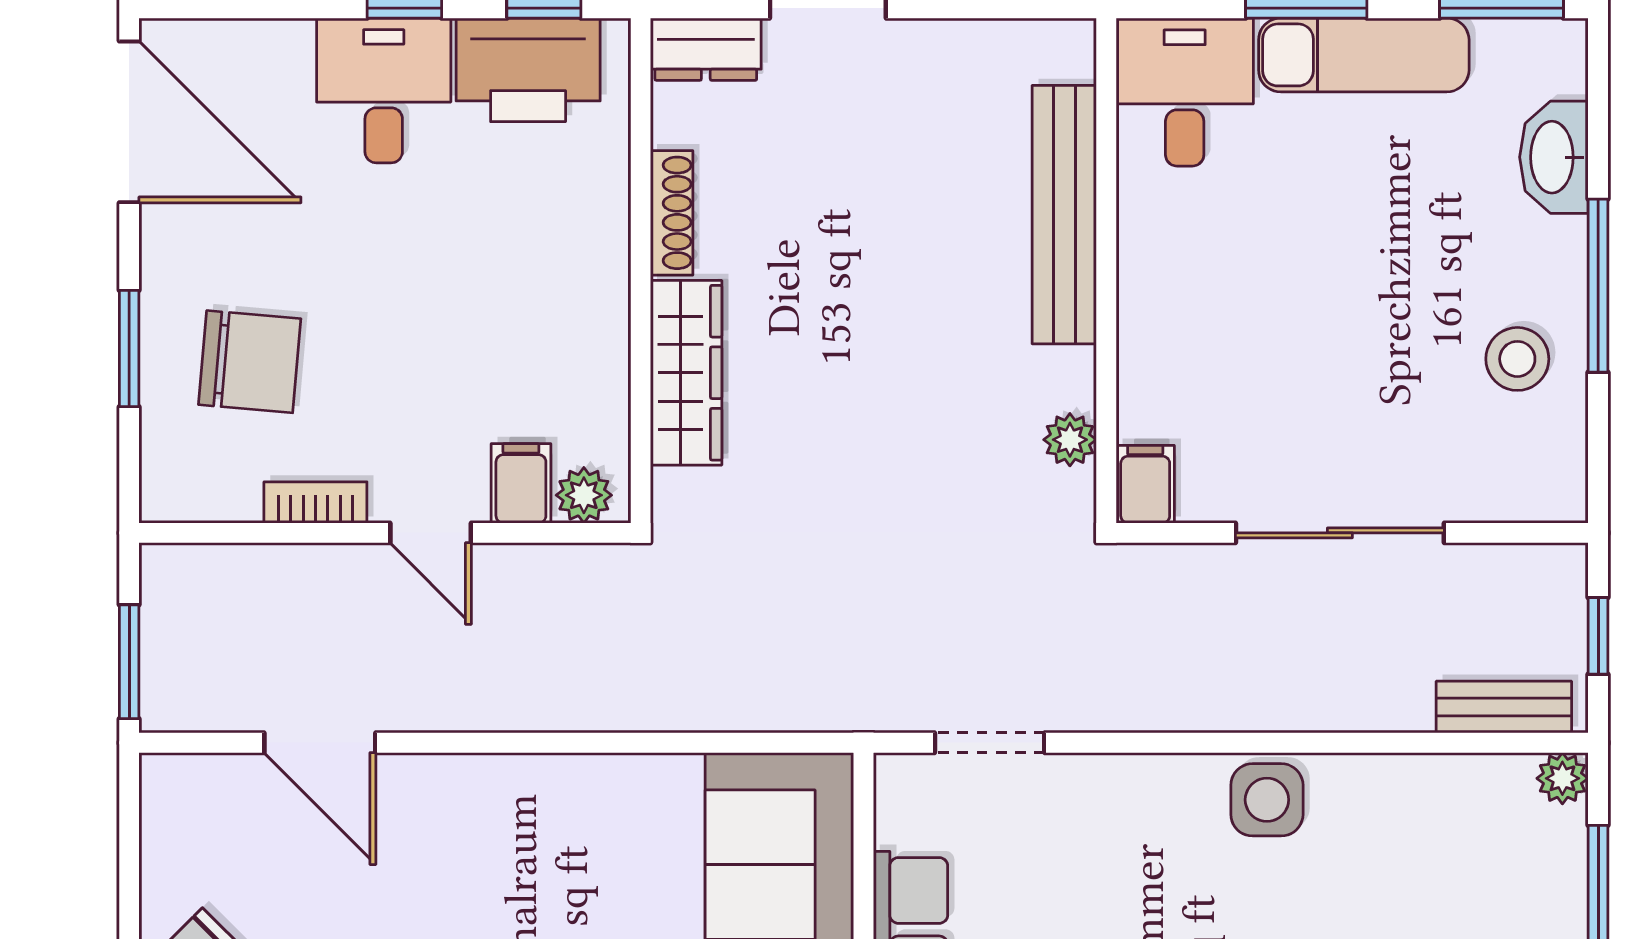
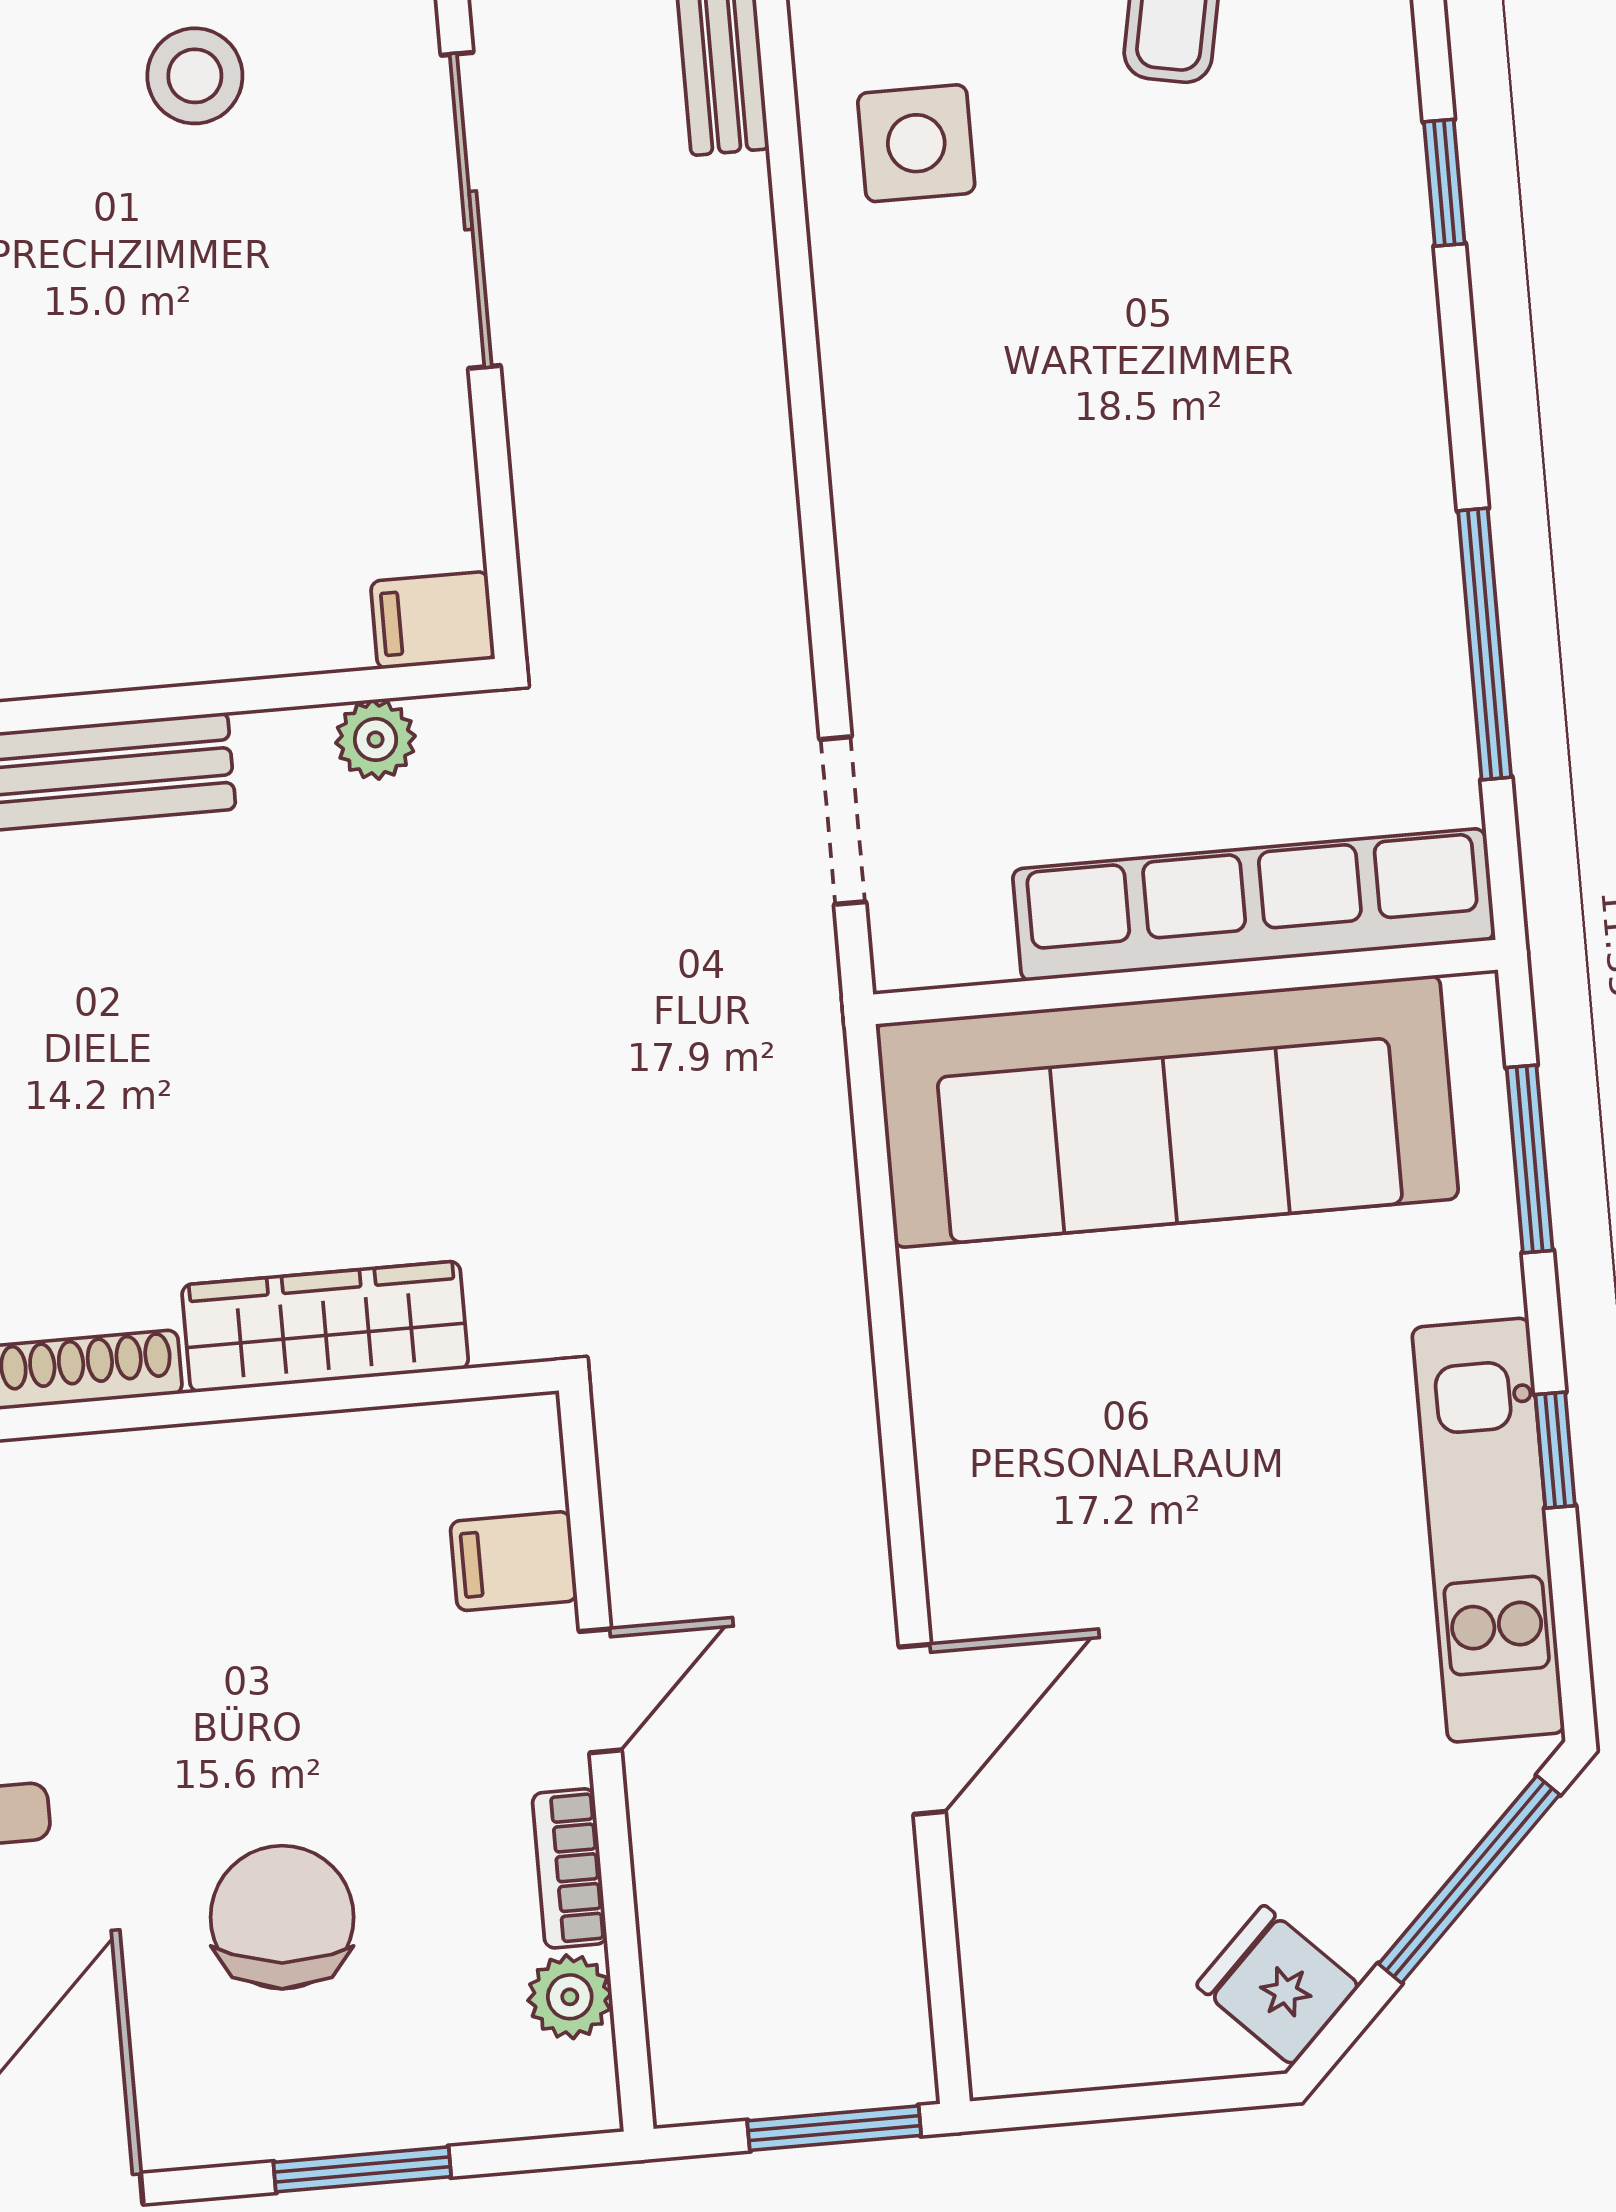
chair: (250, 362) -> (282, 1917), moved
plant: (584, 495) -> (570, 1997), moved
sliding door: (1340, 533) -> (471, 210), moved
door: (320, 743) -> (922, 1729), moved
side table: (1267, 800) -> (916, 143), moved

